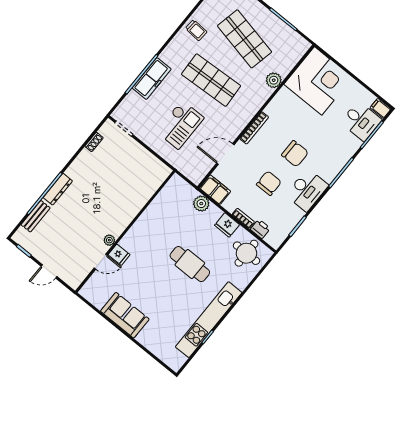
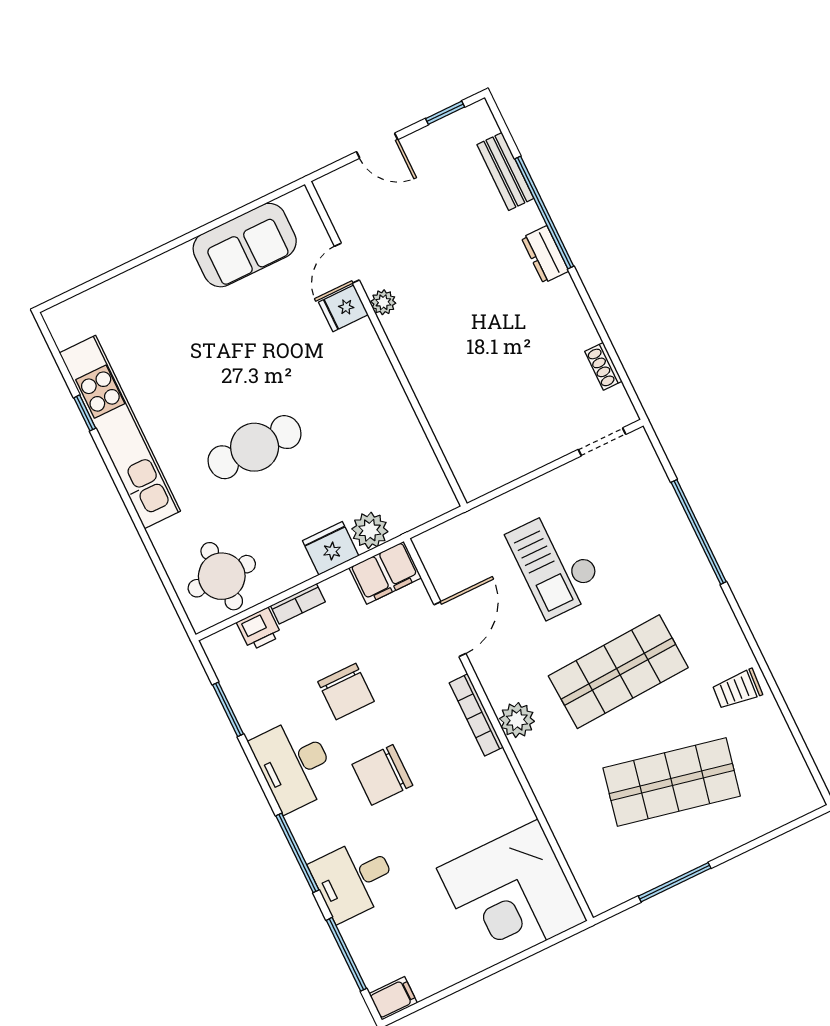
freezer: (152, 79) -> (680, 549), removed
plant: (274, 80) -> (517, 720), moved
desk: (361, 121) -> (354, 879), moved
dresser: (58, 189) -> (545, 254), width x0.70
fridge: (227, 225) -> (331, 548), moved
door: (49, 271) -> (377, 146), swing flipped
sofa: (125, 315) -> (245, 245), moved

